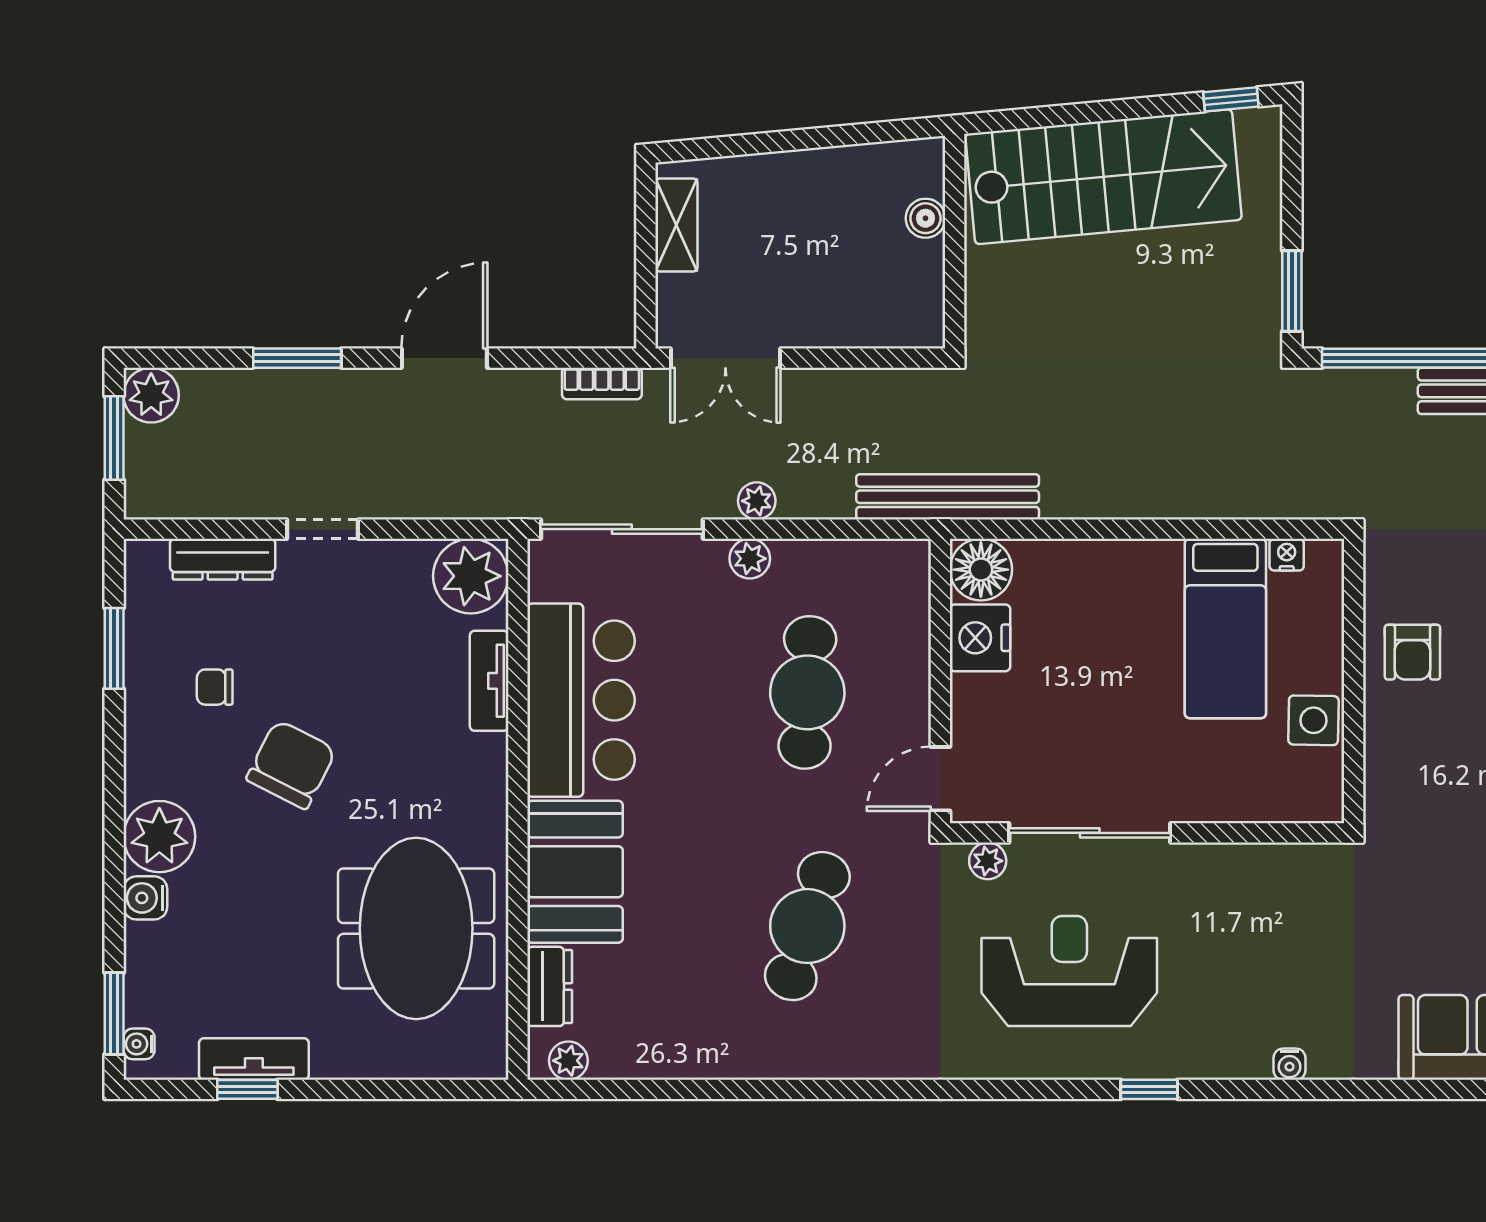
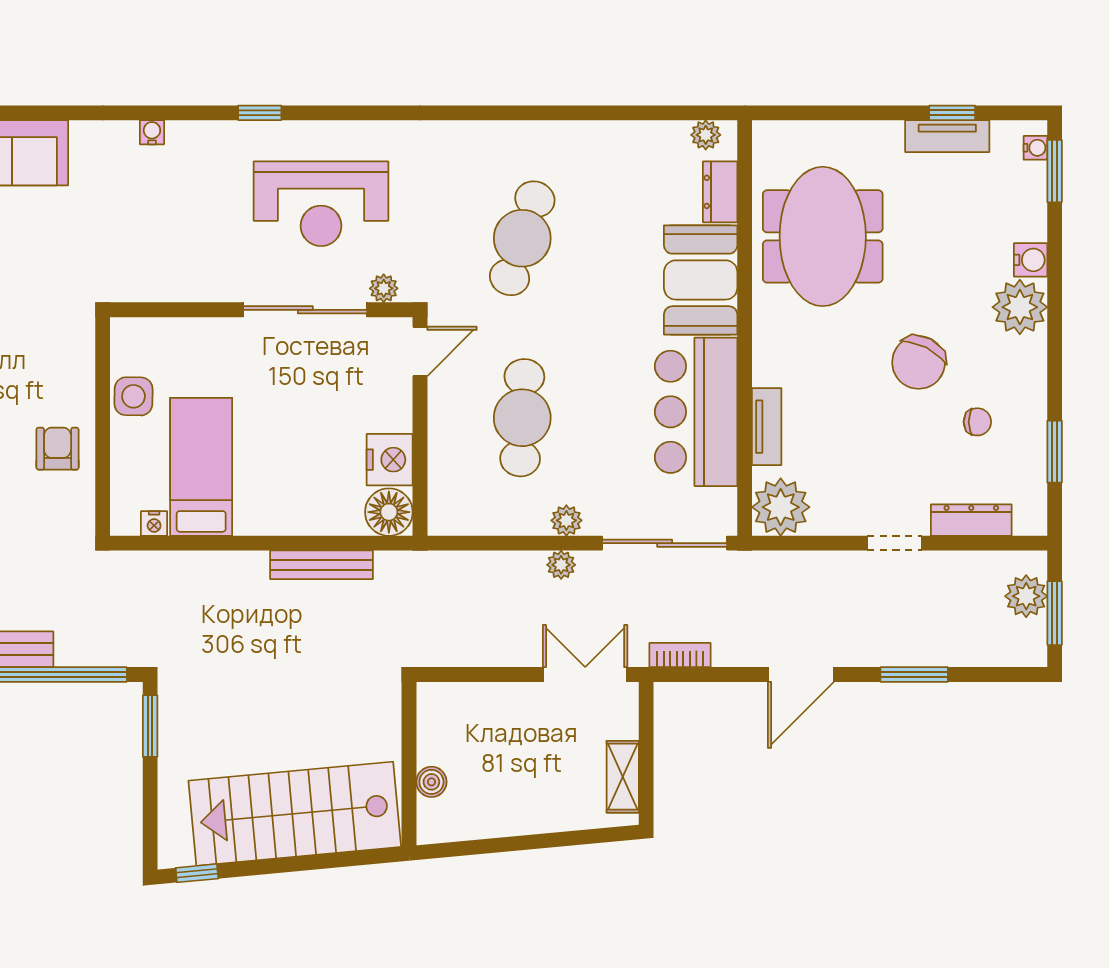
plant: (151, 395) -> (1026, 596), moved
bench: (948, 497) -> (321, 565), moved, width x0.73, depth x0.82

